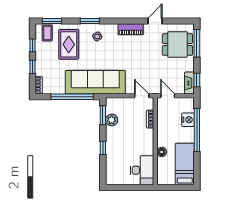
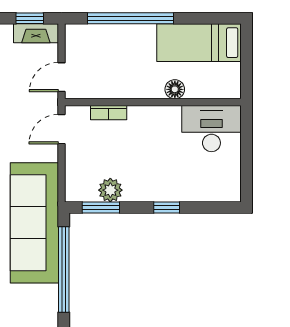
nightstand: (188, 120) -> (110, 36), removed

